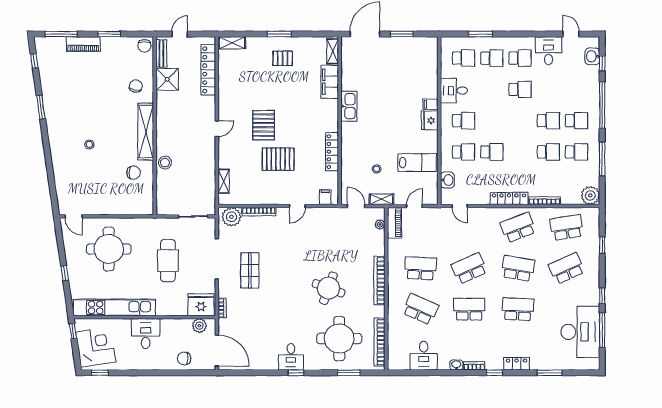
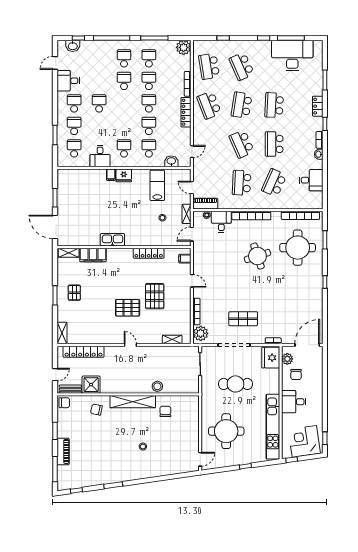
door: (180, 34) -> (55, 375), swing flipped
school desk: (520, 152) -> (149, 103), added
round table: (328, 288) -> (257, 256), turned -38
desk: (291, 357) -> (221, 222), moved, turned -90
chair: (184, 358) -> (296, 374), moved

